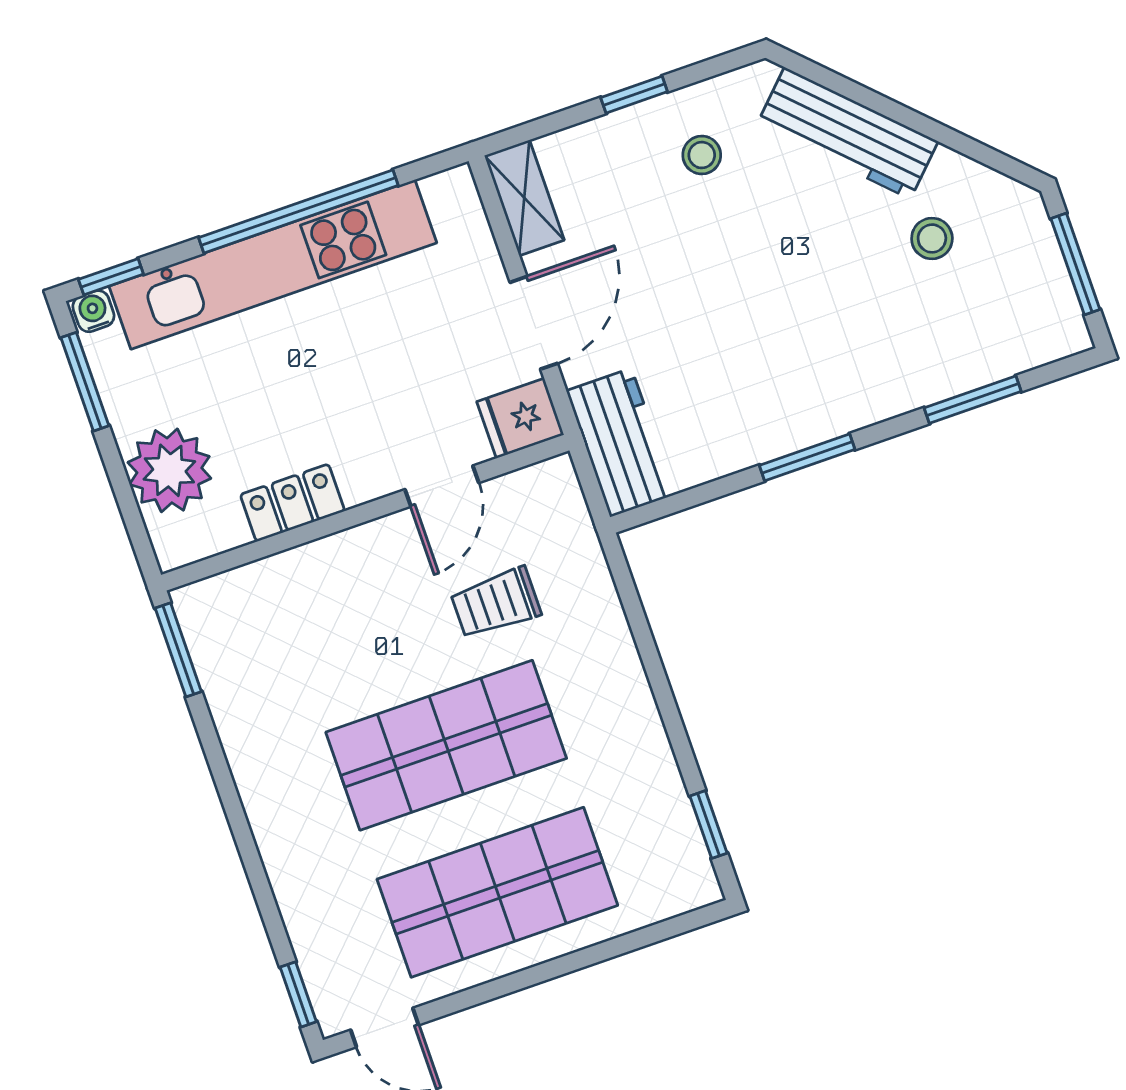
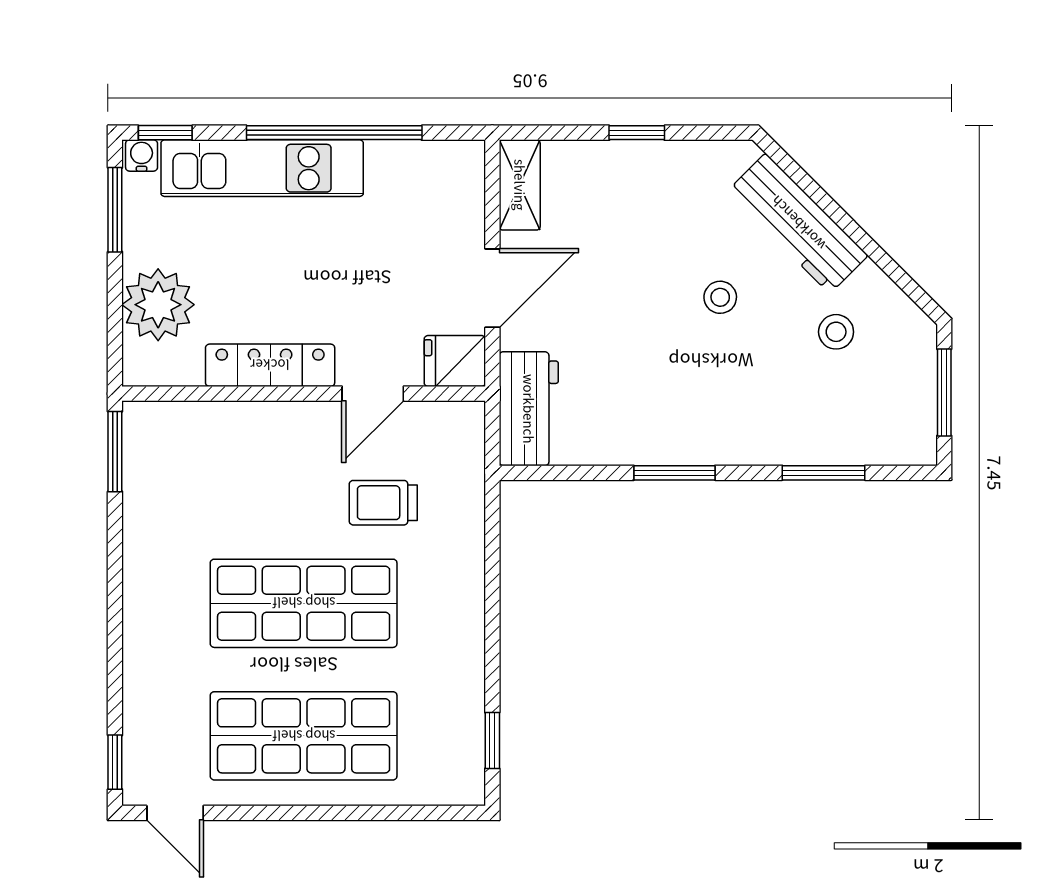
stool: (702, 155) -> (720, 297), moved
kitchen unit: (273, 264) -> (262, 168), width x0.73
locker: (292, 503) -> (270, 365), width x1.53

